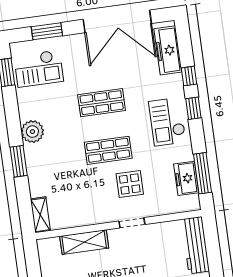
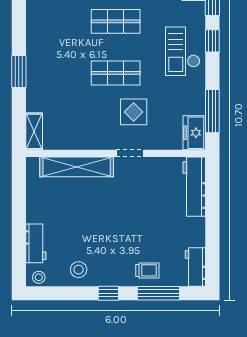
plant: (32, 132) -> (38, 42), removed
freezer: (186, 178) -> (194, 133), moved
shelving: (84, 242) -> (77, 167), width x1.47

